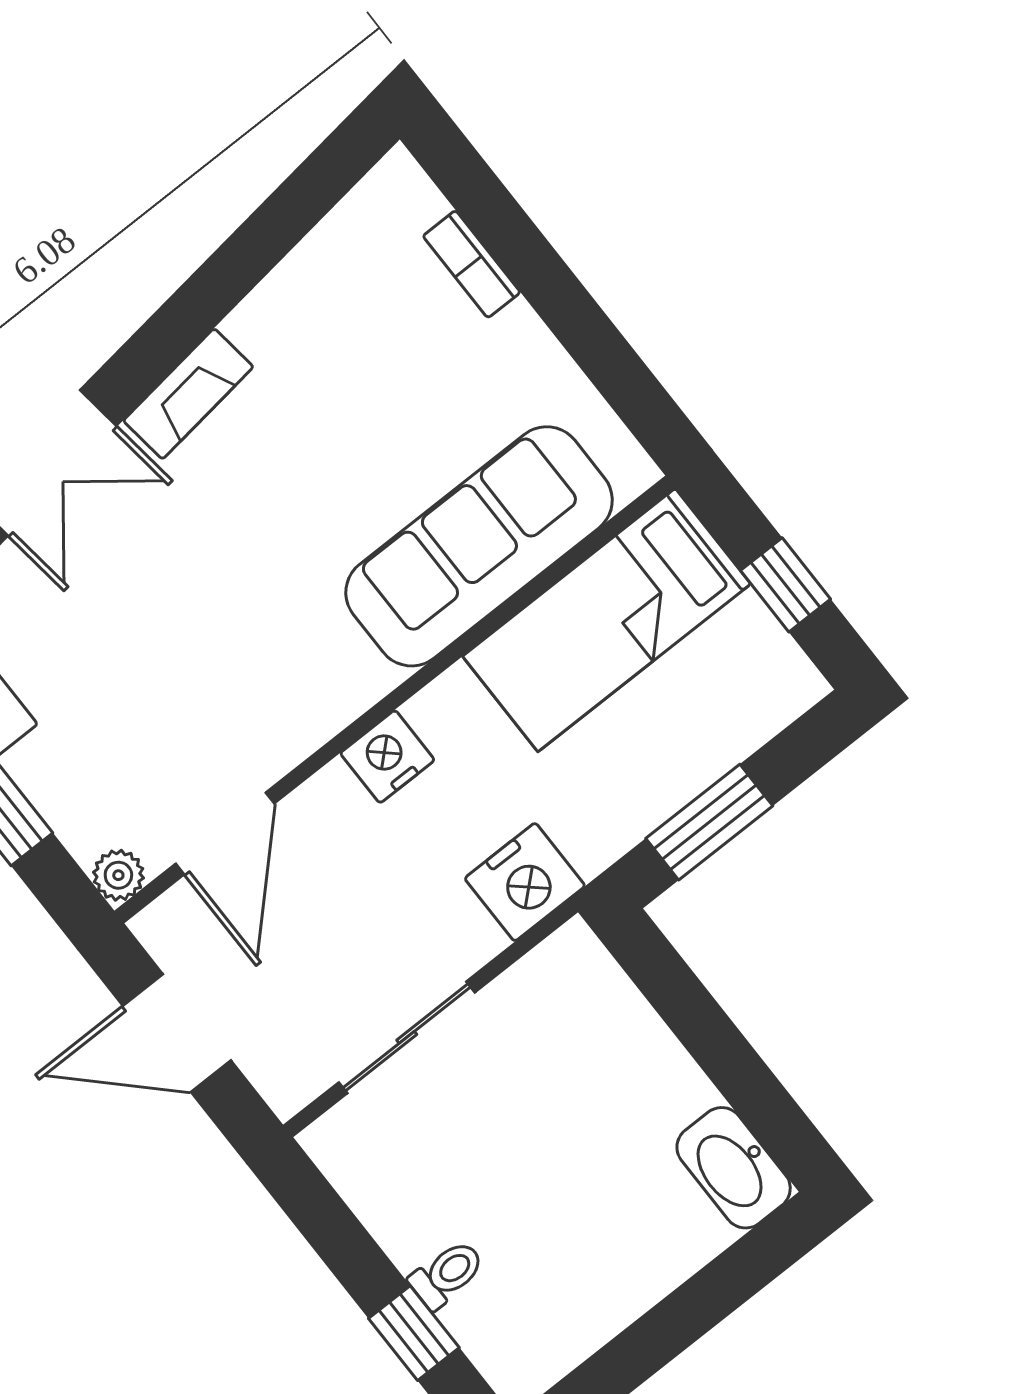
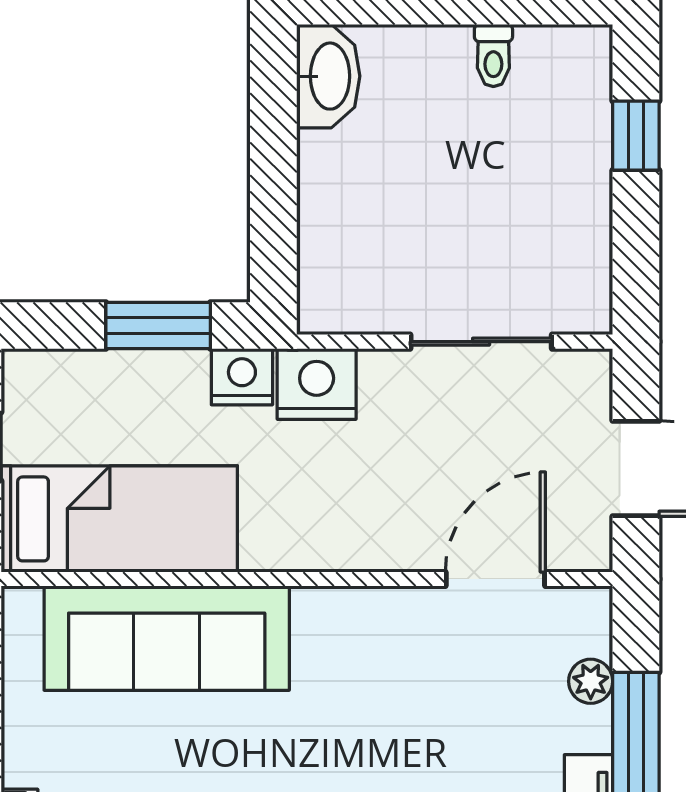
nightstand: (387, 757) -> (242, 377), moved, turned 180
plant: (118, 875) -> (591, 681), moved
toilet: (447, 1274) -> (493, 55), moved, turned -90

